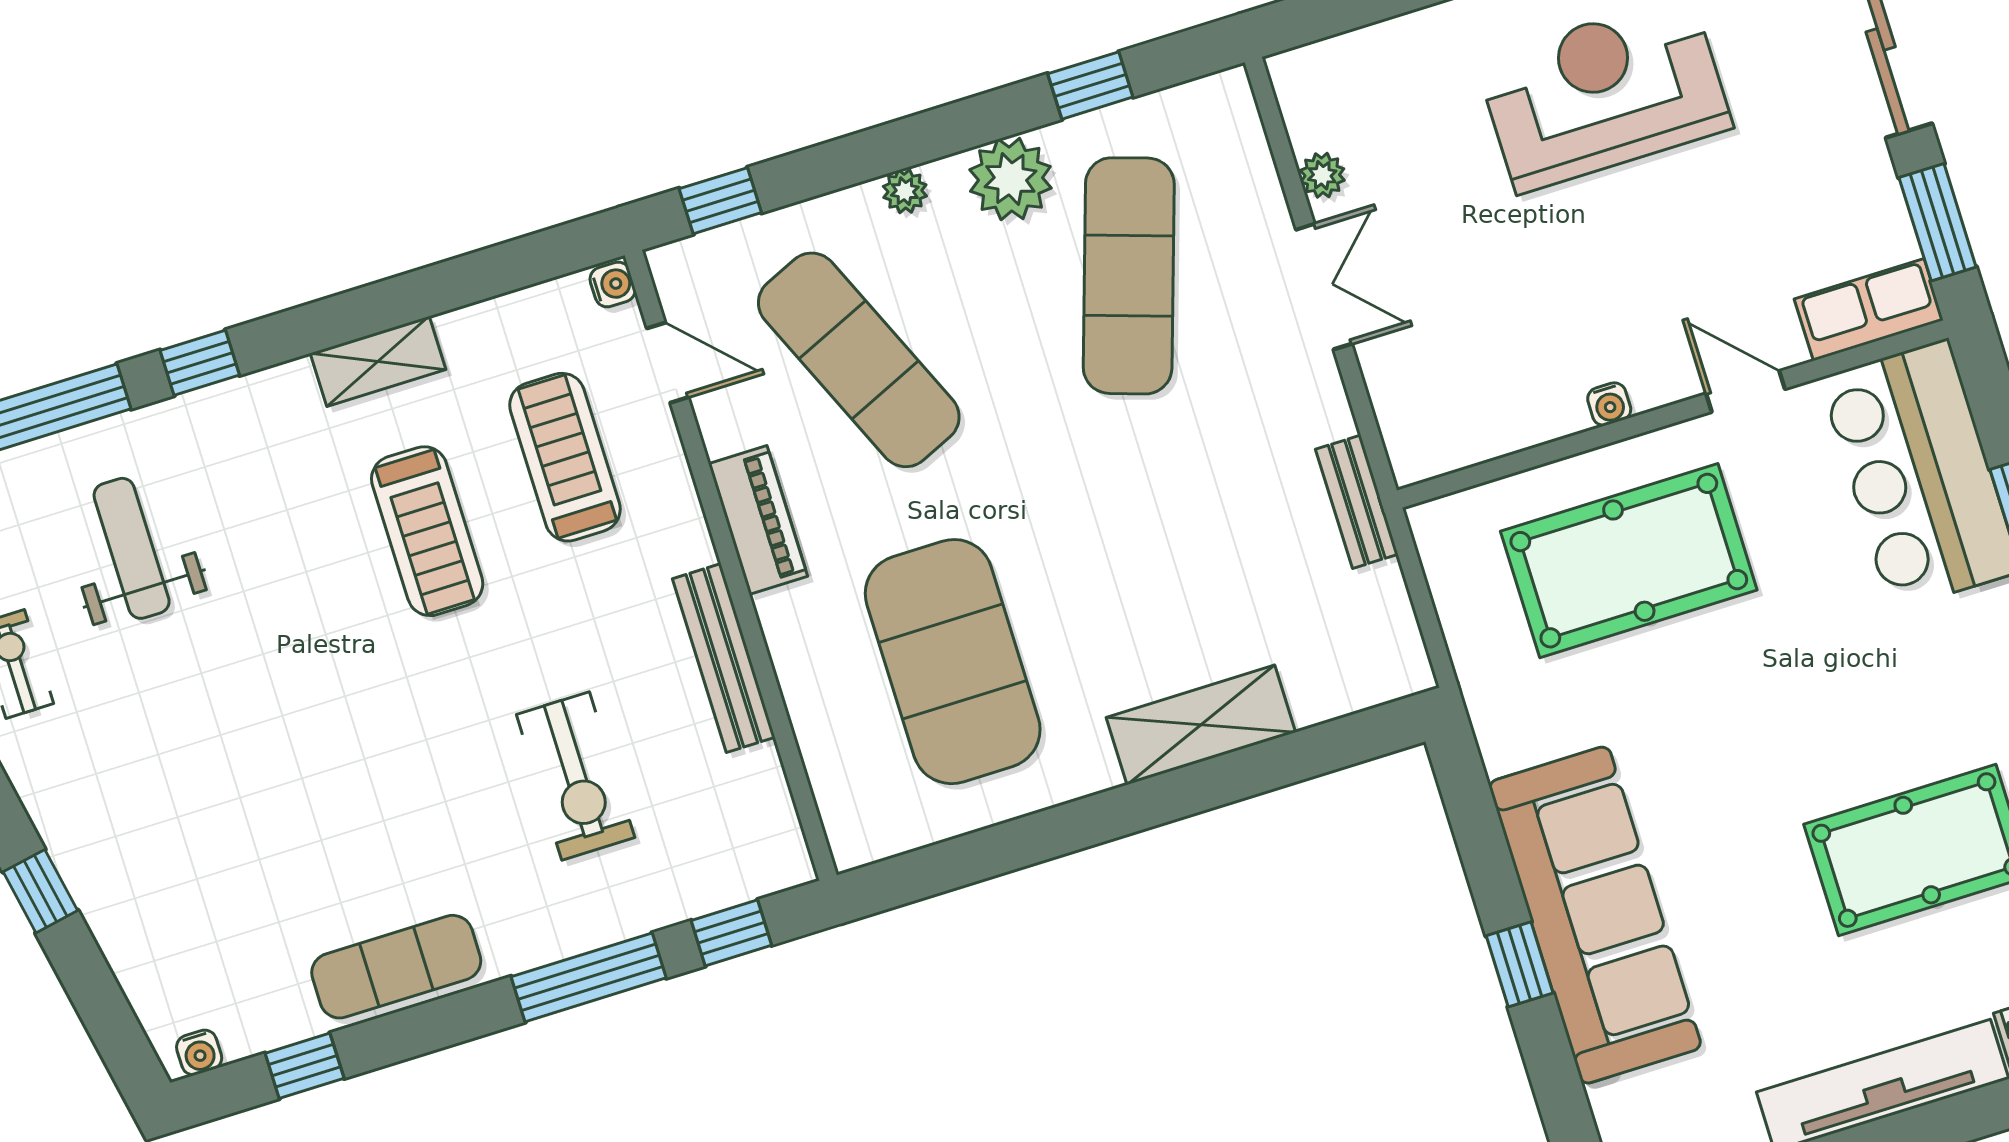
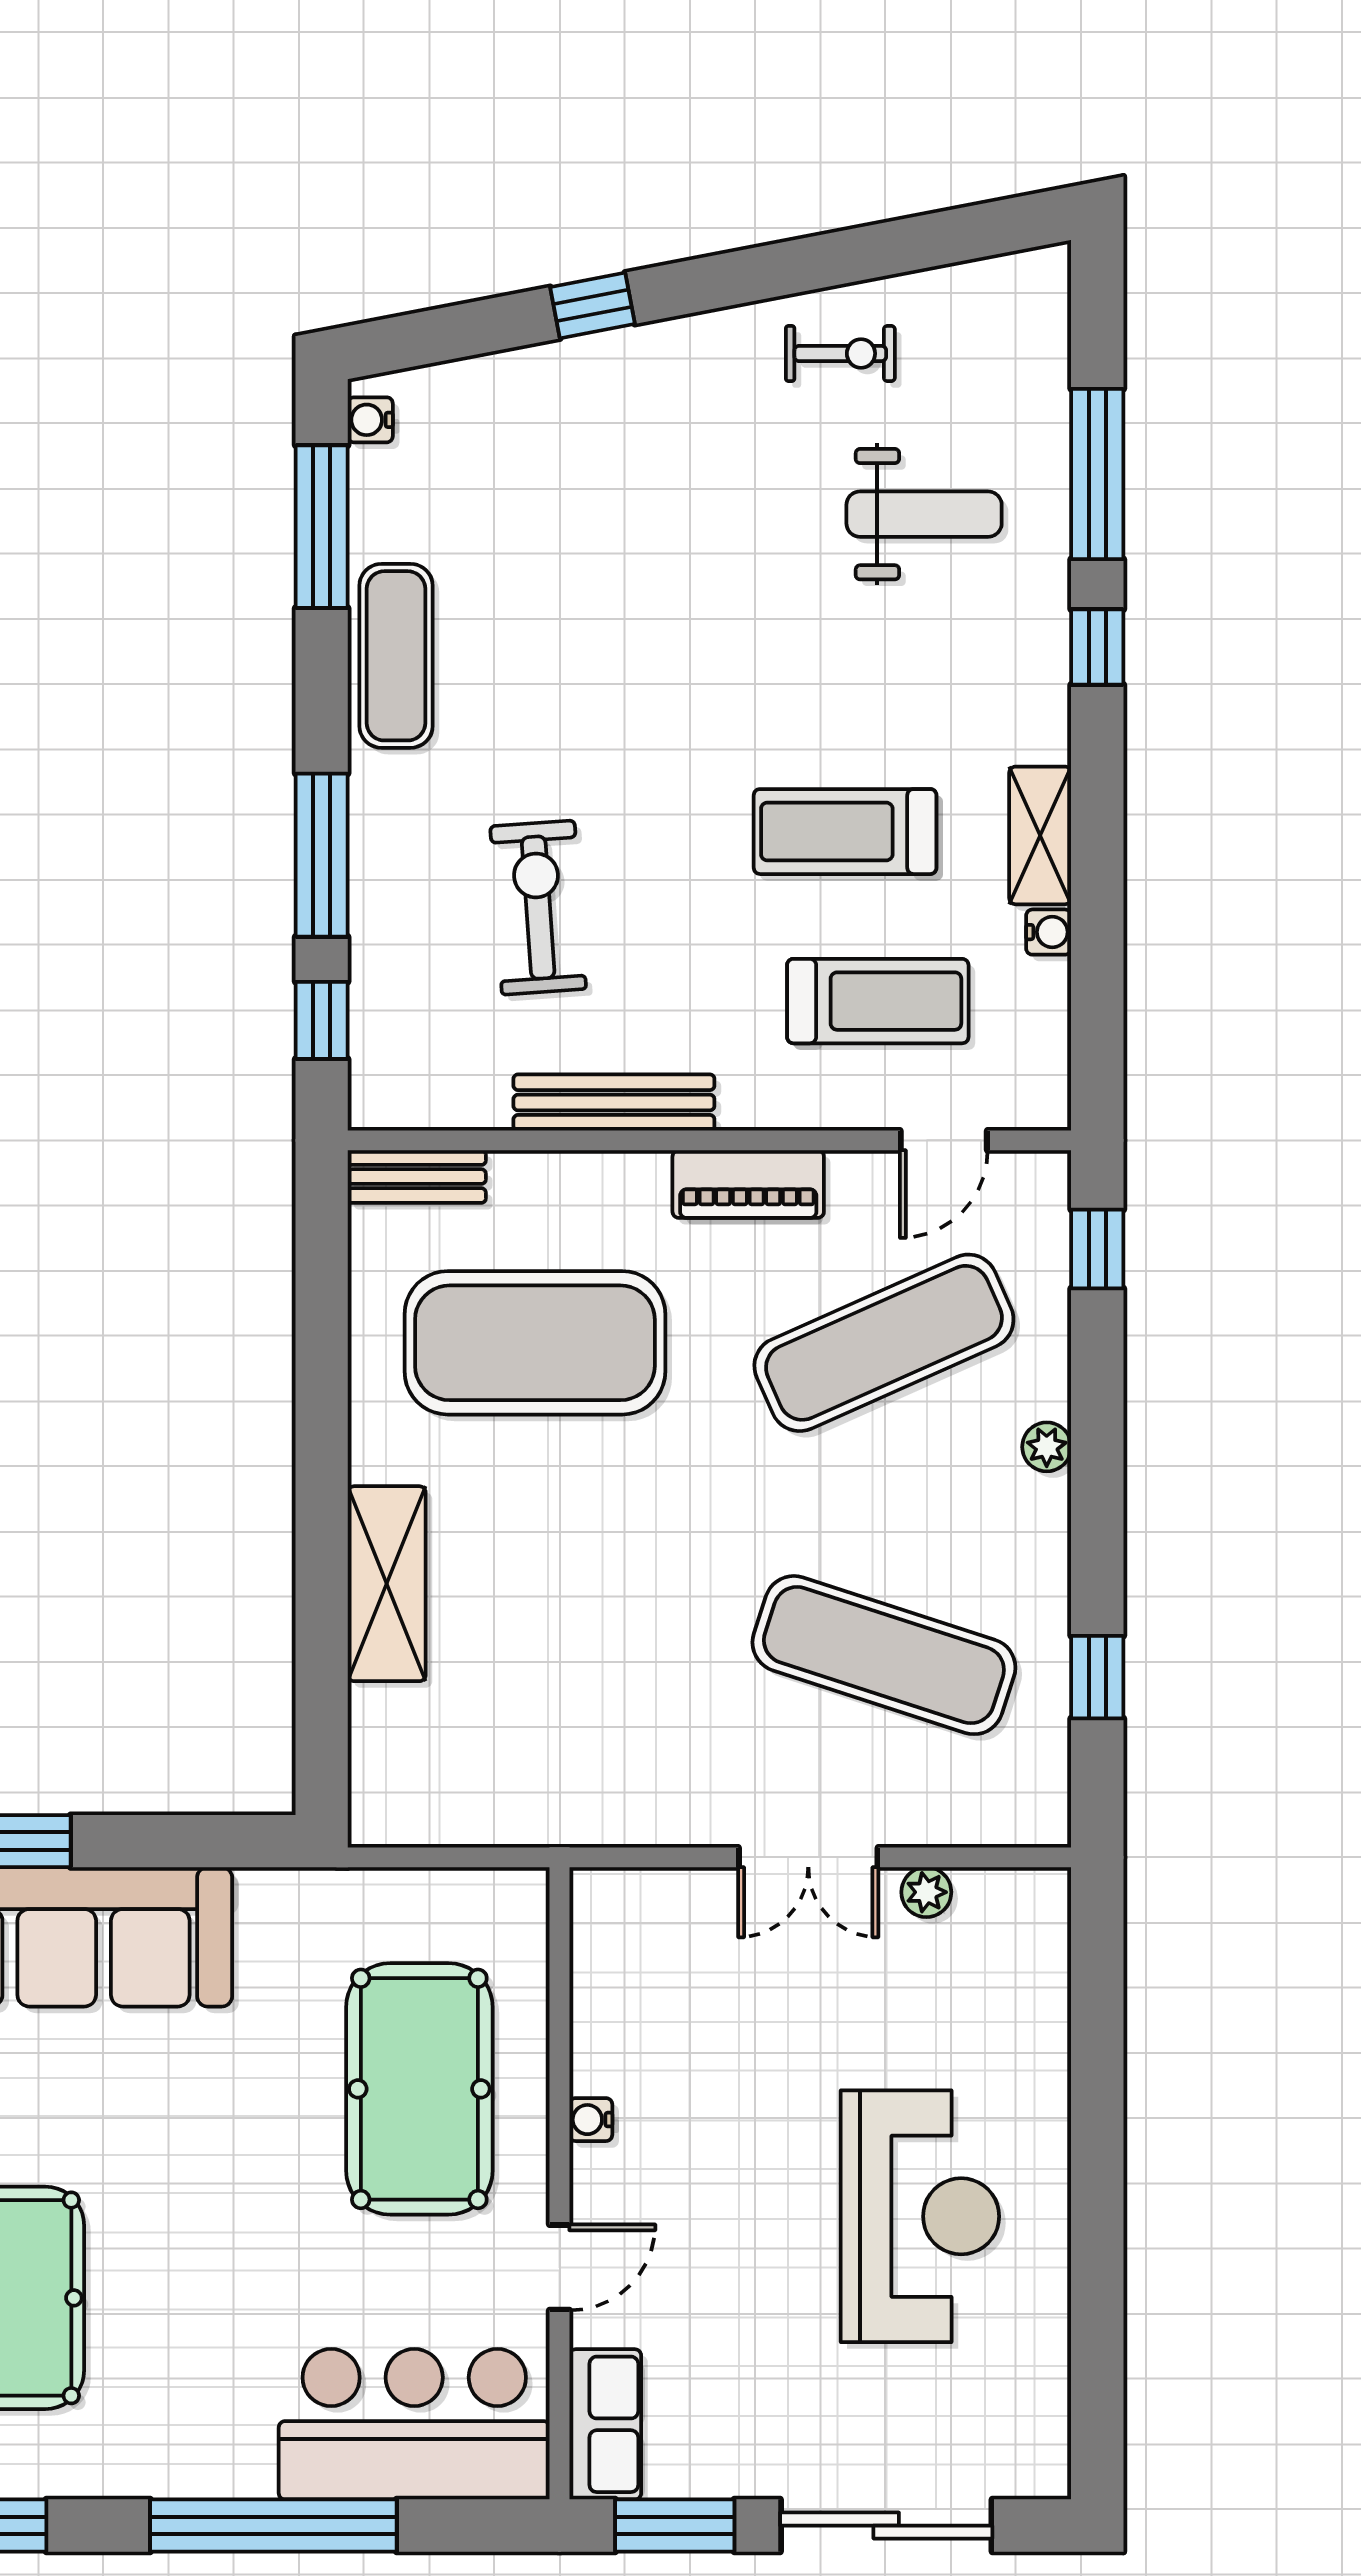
plant: (1010, 179) -> (1025, 1562), removed
water cooler: (613, 284) -> (1049, 932), moved, turned -90
bench: (1357, 502) -> (417, 1177), moved
exercise bike: (576, 776) -> (538, 908), turned 86
window: (305, 1066) -> (322, 527), width x2.17

